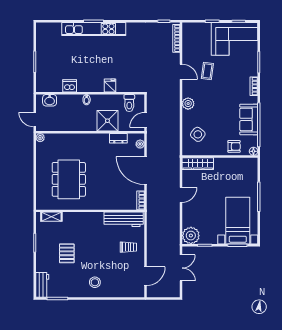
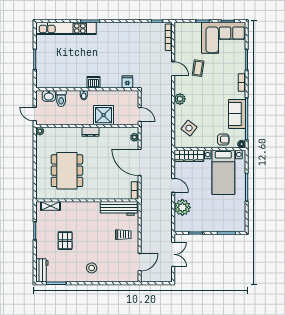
kitchen unit: (94, 29) -> (66, 28), moved
dishwasher: (70, 86) -> (93, 82), moved
fridge: (110, 86) -> (127, 82), moved
toilet: (129, 103) -> (61, 98), moved
door: (146, 120) -> (140, 114), swing flipped
dresser: (118, 138) -> (90, 132), moved
door: (181, 195) -> (173, 185), hinge flipped
bed with nightstands: (238, 221) -> (223, 172), moved, turned 180
plant: (191, 236) -> (182, 207), moved

